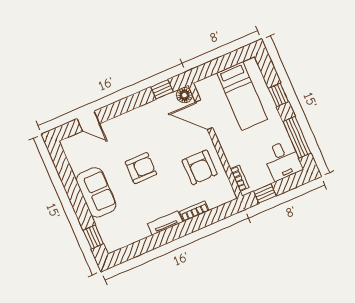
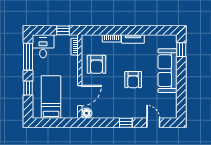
window: (162, 89) -> (126, 123), moved
door: (204, 115) -> (80, 96), hinge flipped
armchair: (200, 167) -> (97, 64), turned 180
armchair: (141, 168) -> (133, 80), turned -90
sofa: (96, 192) -> (168, 71), width x1.36

